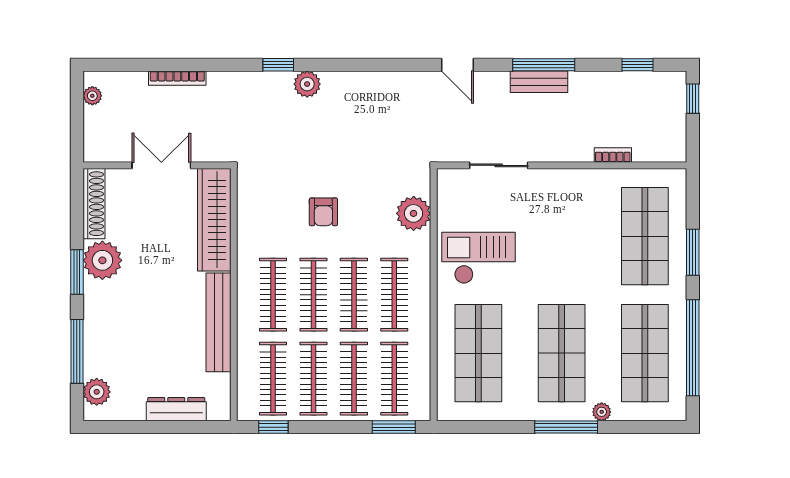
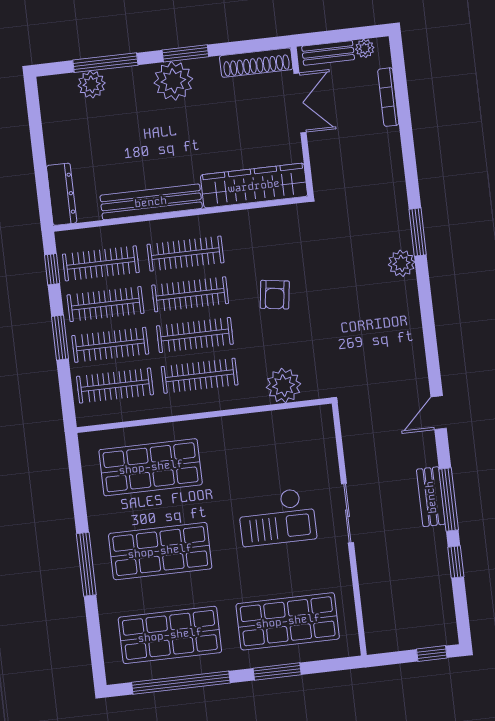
window: (278, 65) -> (418, 232), width x1.50
window: (637, 65) -> (456, 562), moved
bookcase: (177, 78) -> (388, 97), moved
bench: (93, 132) -> (328, 53), added
bookcase: (613, 155) -> (366, 580), removed
double door: (161, 165) -> (300, 103), moved
sliding door: (499, 165) -> (347, 513), moved
armchair: (323, 212) -> (275, 295), turned -82
checkout: (479, 258) -> (277, 517), moved, turned 90
plant: (102, 260) -> (173, 81), moved
plant: (97, 392) -> (92, 84), moved
dresser: (176, 409) -> (62, 194), moved
plant: (602, 412) -> (106, 598), removed
window: (394, 427) -> (60, 338), moved

